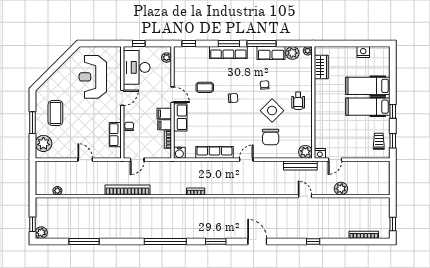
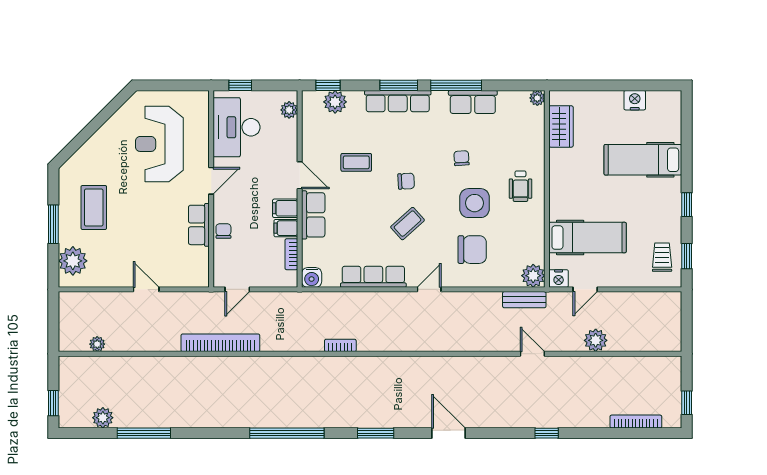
plant: (292, 53) -> (335, 102), moved
hospital bed: (368, 107) -> (587, 238), moved, turned 180
side table: (272, 111) -> (475, 203), turned 45
coffee table: (234, 122) -> (408, 224), added
row of seats: (115, 135) -> (199, 225), moved
chair: (271, 137) -> (472, 250), turned -90
bench: (300, 165) -> (524, 300), width x0.73
plant: (41, 233) -> (103, 418), moved

